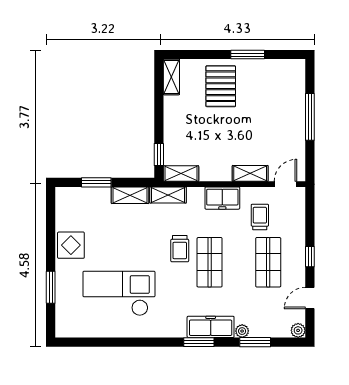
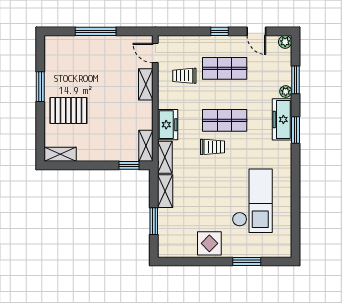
freezer: (222, 198) -> (168, 125), moved
checkout: (119, 293) -> (252, 201), turned 180

